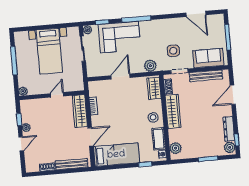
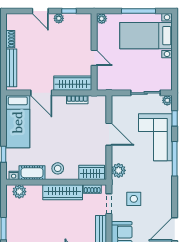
bed with nightstands: (49, 51) -> (146, 36), moved

